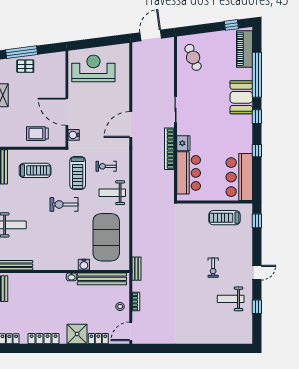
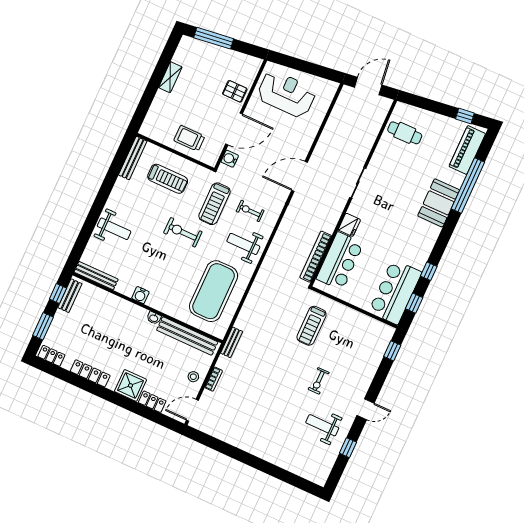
cafe table: (193, 57) -> (405, 133), turned -69
pallet: (25, 66) -> (235, 91), moved
door: (67, 112) -> (234, 129), swing flipped
window: (257, 117) -> (414, 303), moved
bookcase: (169, 149) -> (316, 257), moved
treadmill: (224, 218) -> (312, 326), moved, turned -90
water cooler: (84, 265) -> (140, 295), moved

